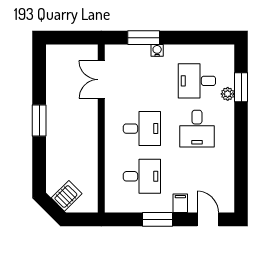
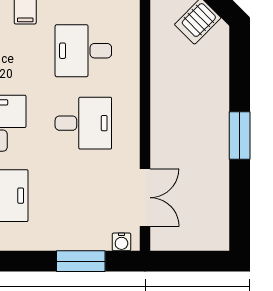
water cooler: (157, 50) -> (121, 242), moved
desk: (142, 129) -> (83, 123), turned 180

